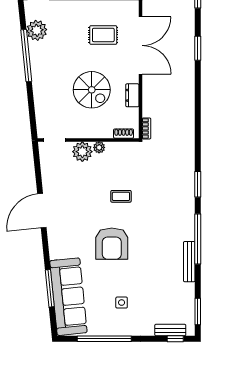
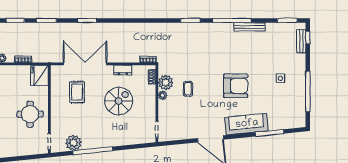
plant: (82, 152) -> (166, 83), moved
coffee table: (121, 196) -> (188, 89), moved
sofa: (68, 297) -> (247, 124), moved, width x0.74, depth x0.79

